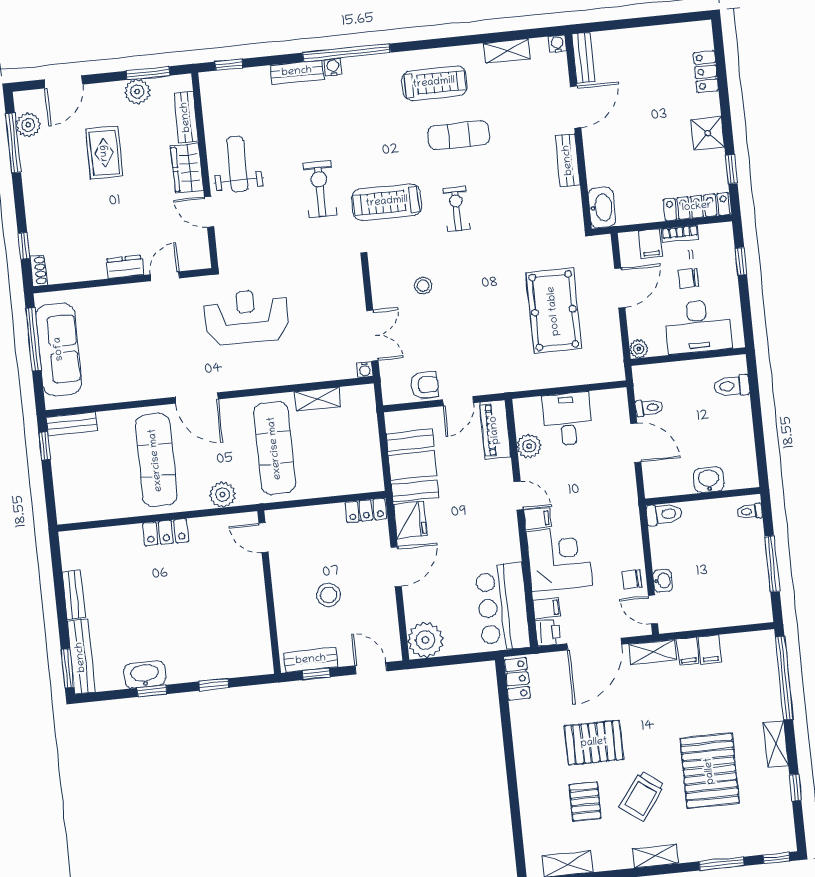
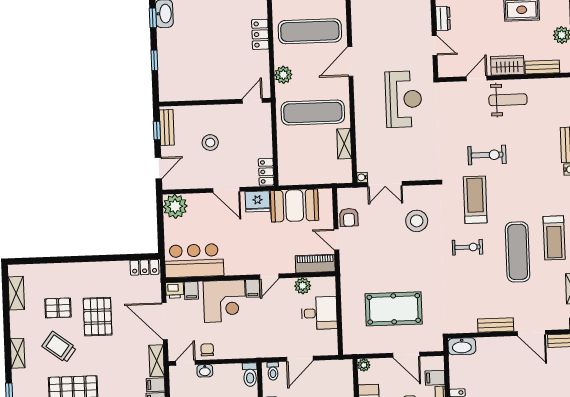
exercise mat: (459, 135) -> (518, 252), width x1.36, depth x1.45
stool: (423, 286) -> (417, 221), width x1.89, depth x1.89
toilet: (649, 408) -> (273, 371), moved

